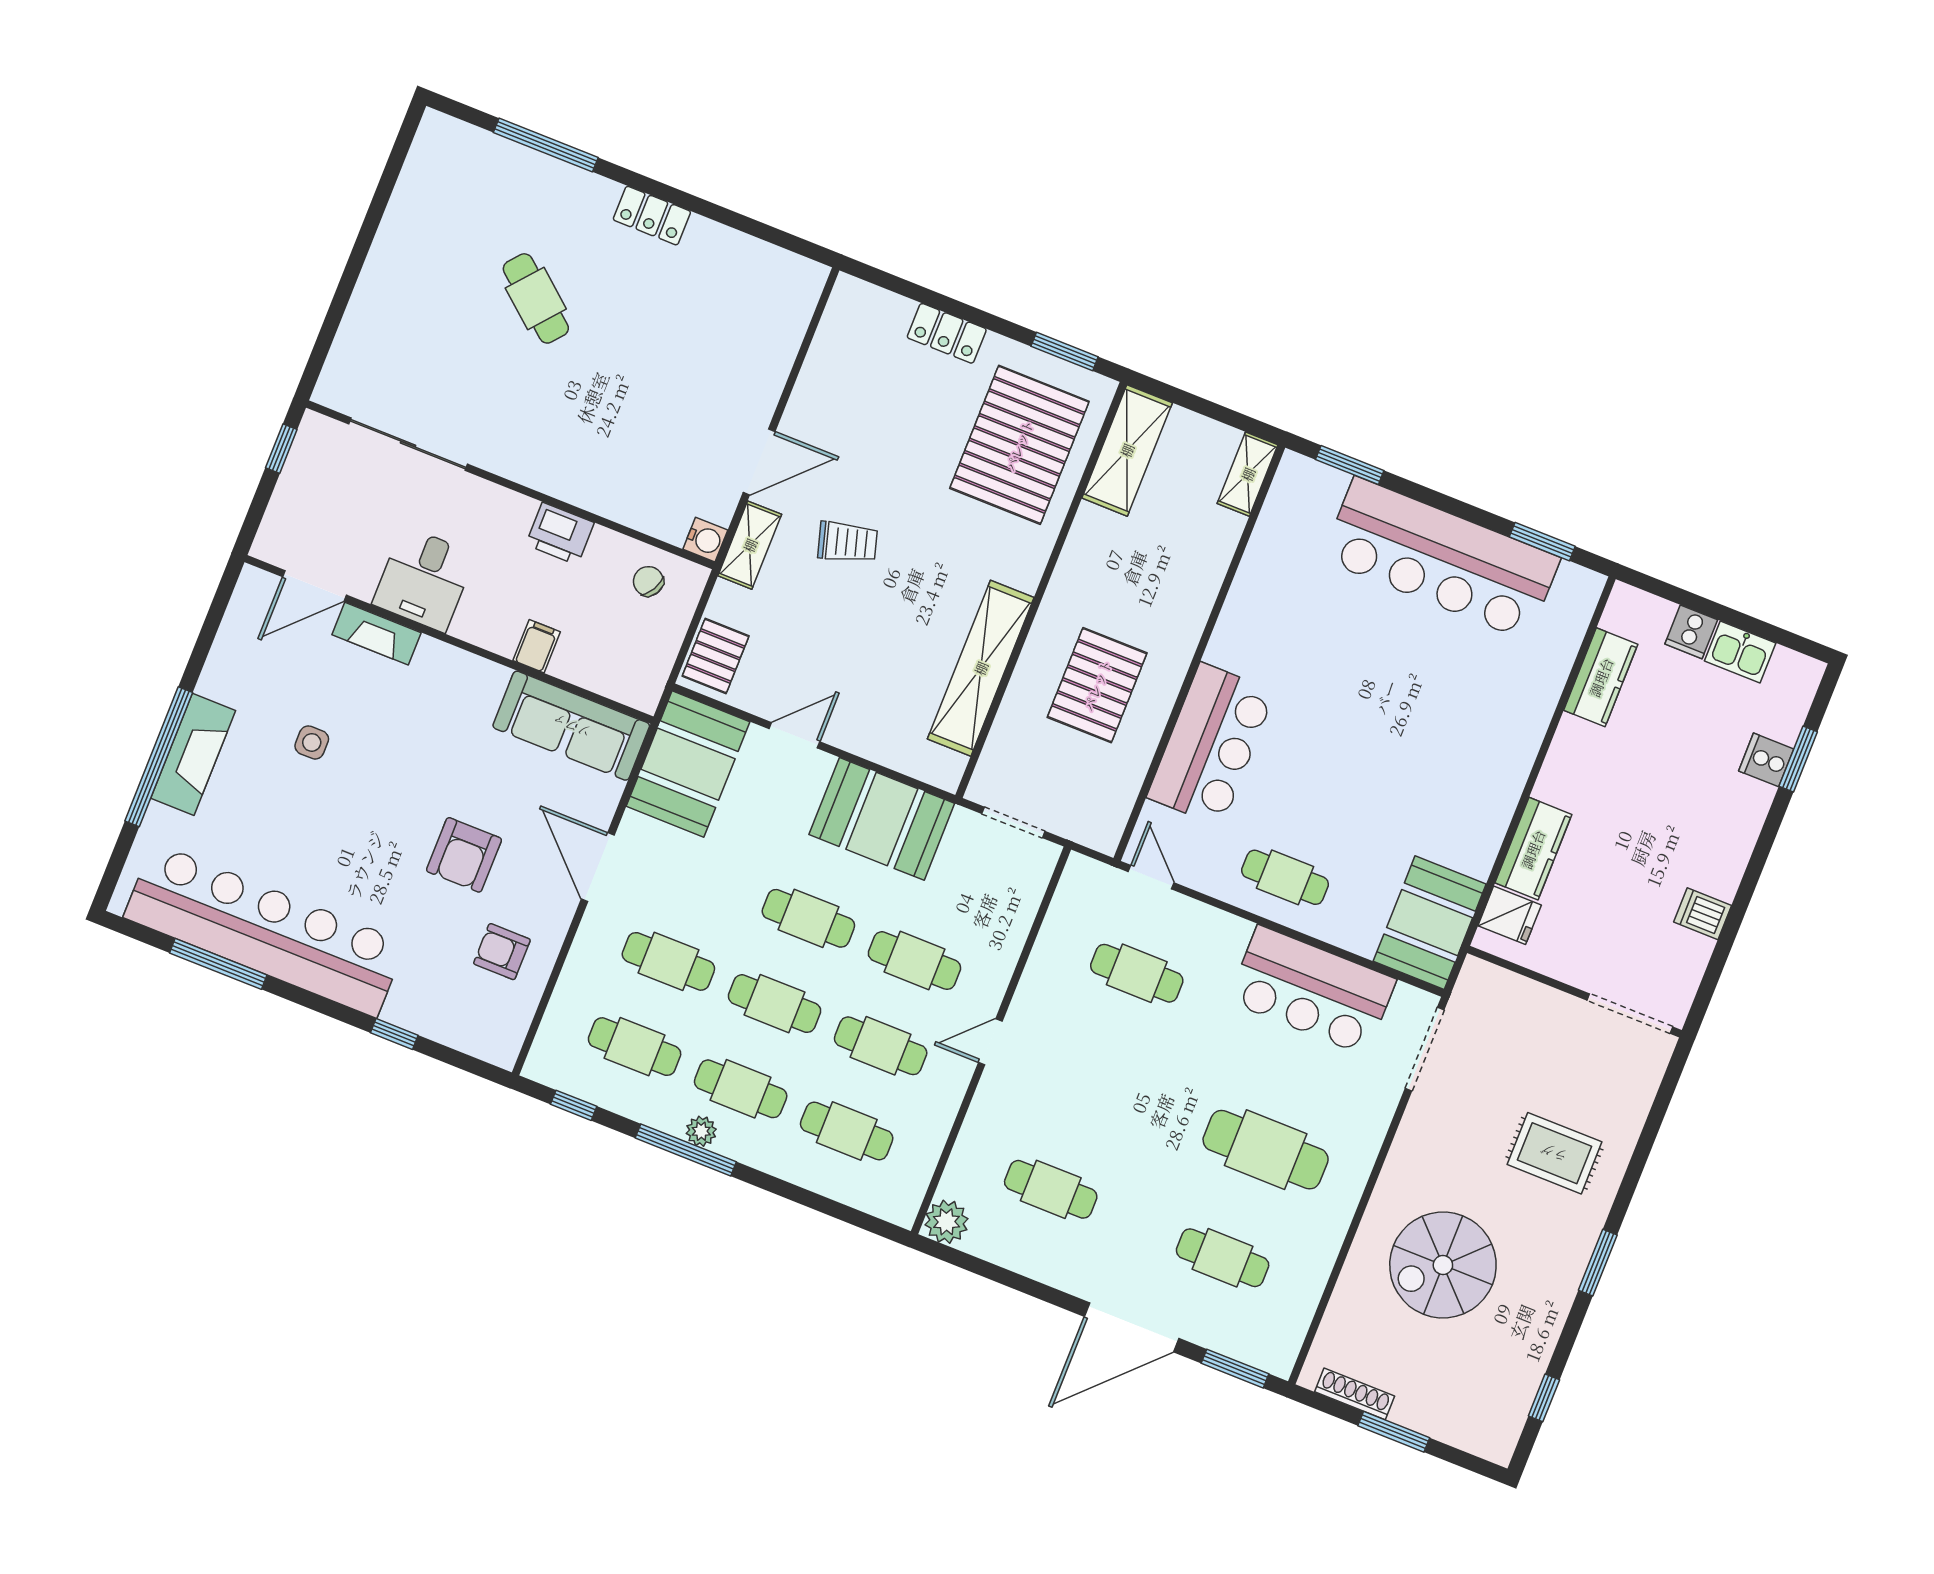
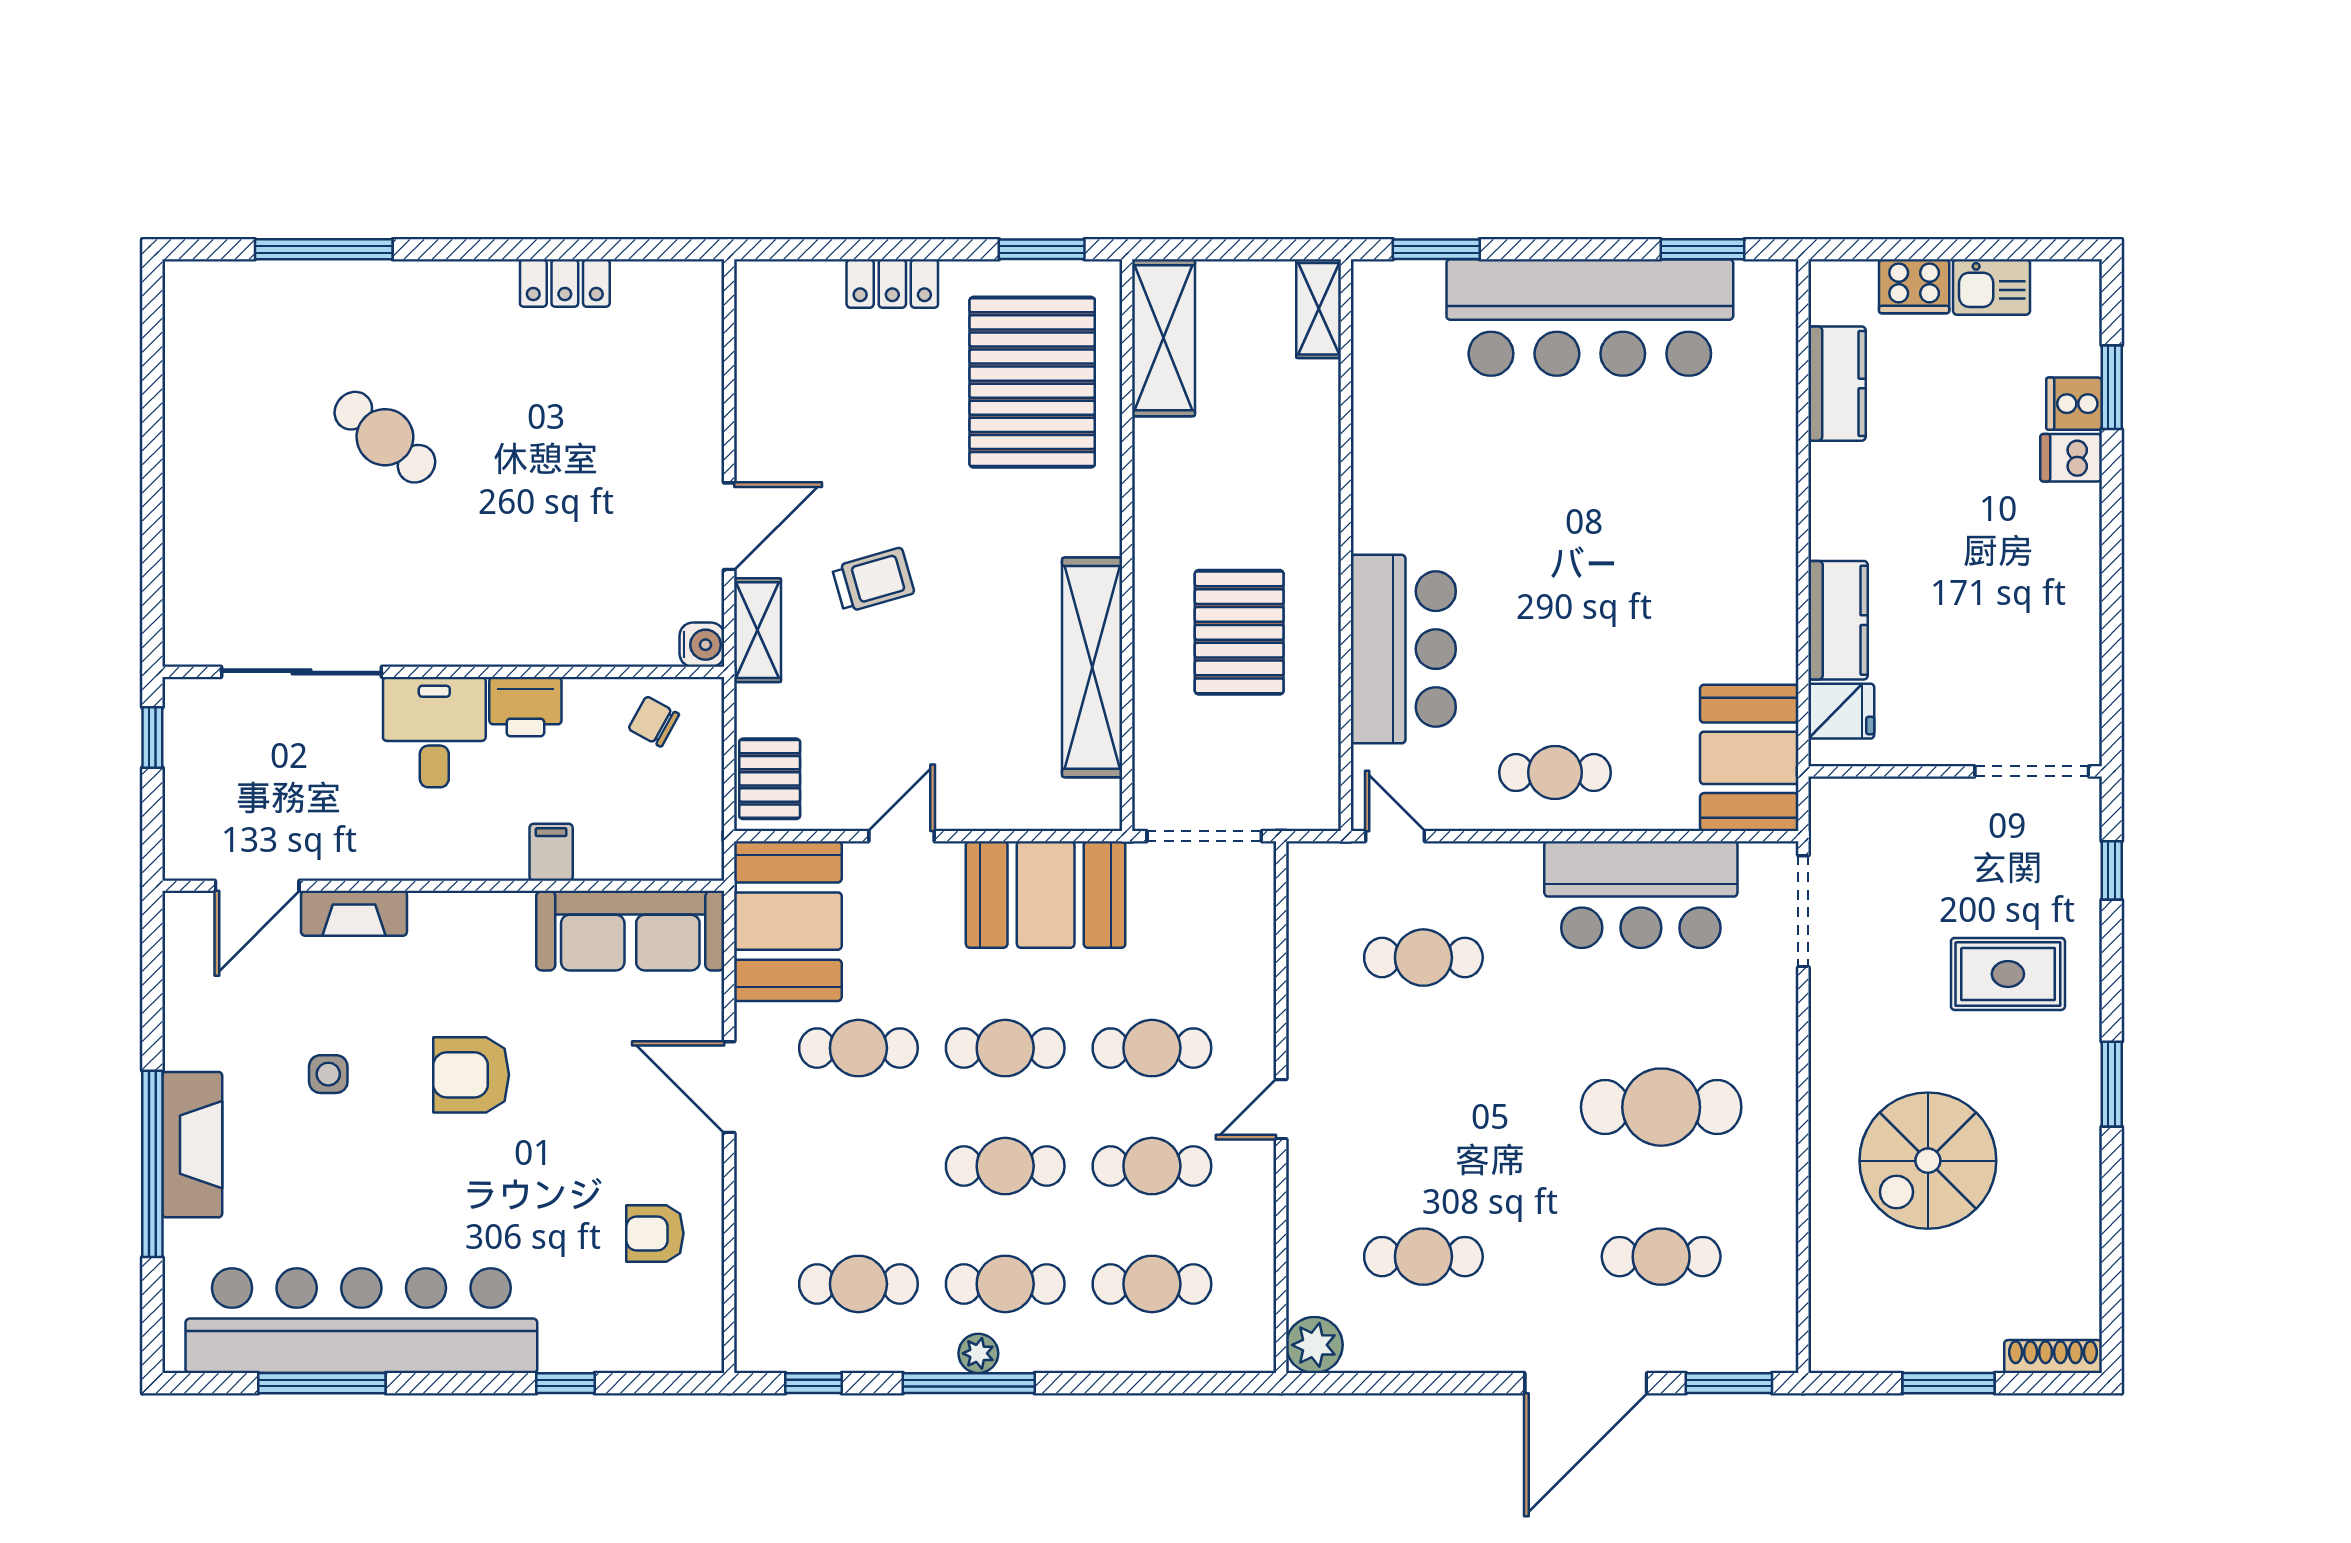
locker: (652, 216) -> (565, 283), moved
desk: (424, 579) -> (434, 732), moved, turned 180
cooker: (1691, 632) -> (1914, 286), width x1.36
doorway: (1013, 822) -> (1204, 836), width x1.38
armchair: (464, 855) -> (471, 1075), moved, turned 90
dishwasher: (1703, 914) -> (2071, 458), moved
cafe table: (668, 961) -> (858, 1048), moved
shoe rack: (1355, 1394) -> (2053, 1357), moved
window: (1544, 1398) -> (2112, 870), moved

